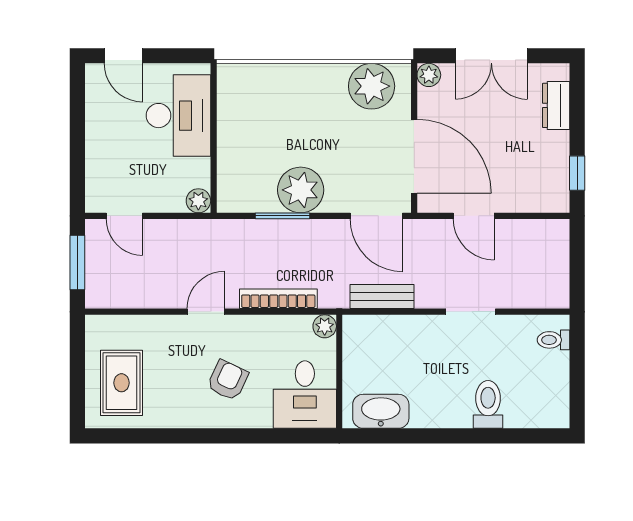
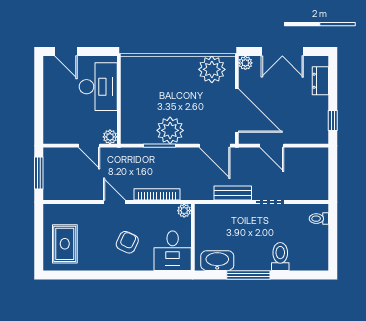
door: (124, 216) -> (89, 146), moved
bench: (382, 297) -> (233, 193), moved
door: (206, 312) -> (114, 202), hinge flipped
window: (434, 436) -> (248, 275), added

